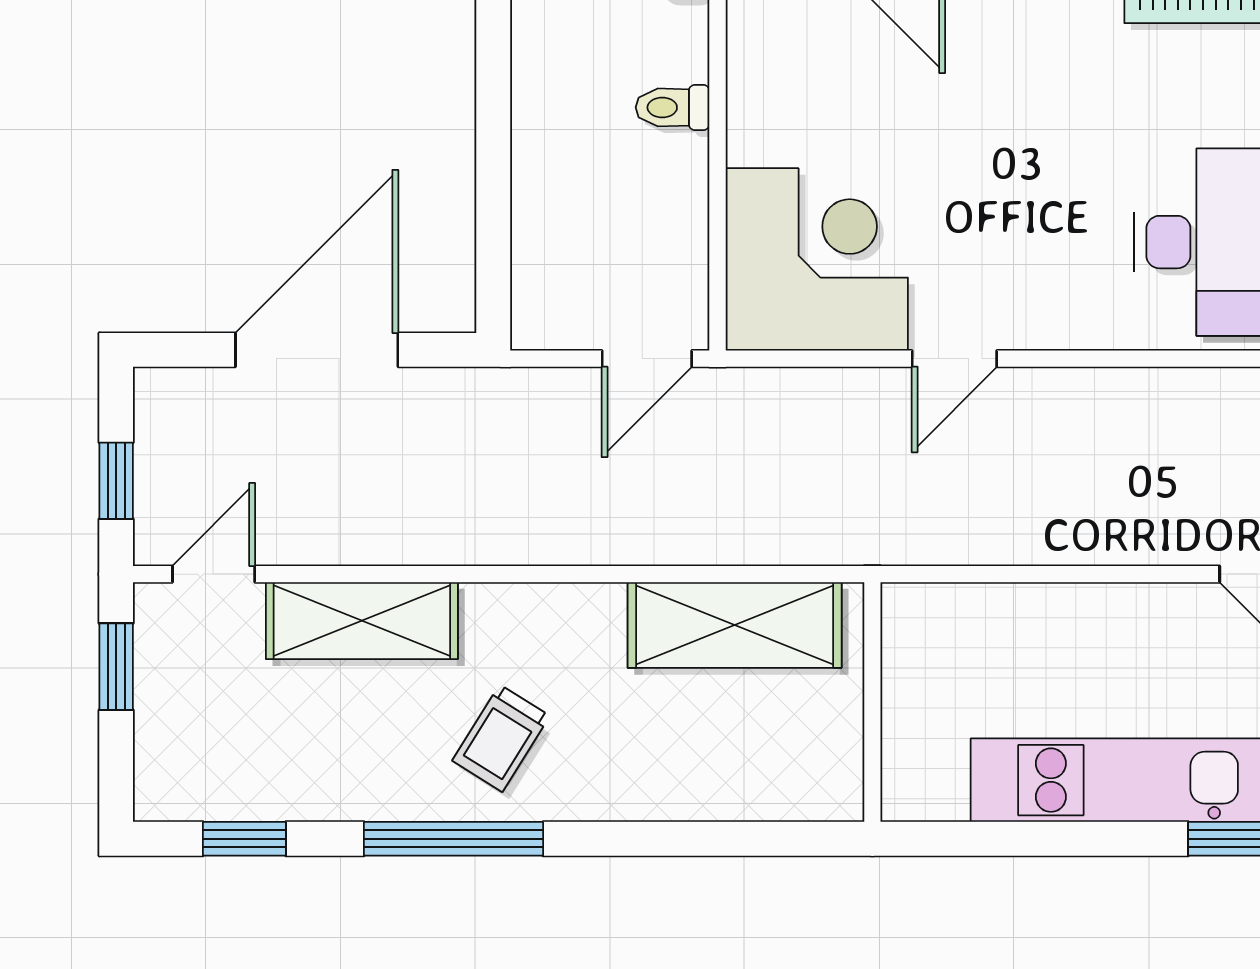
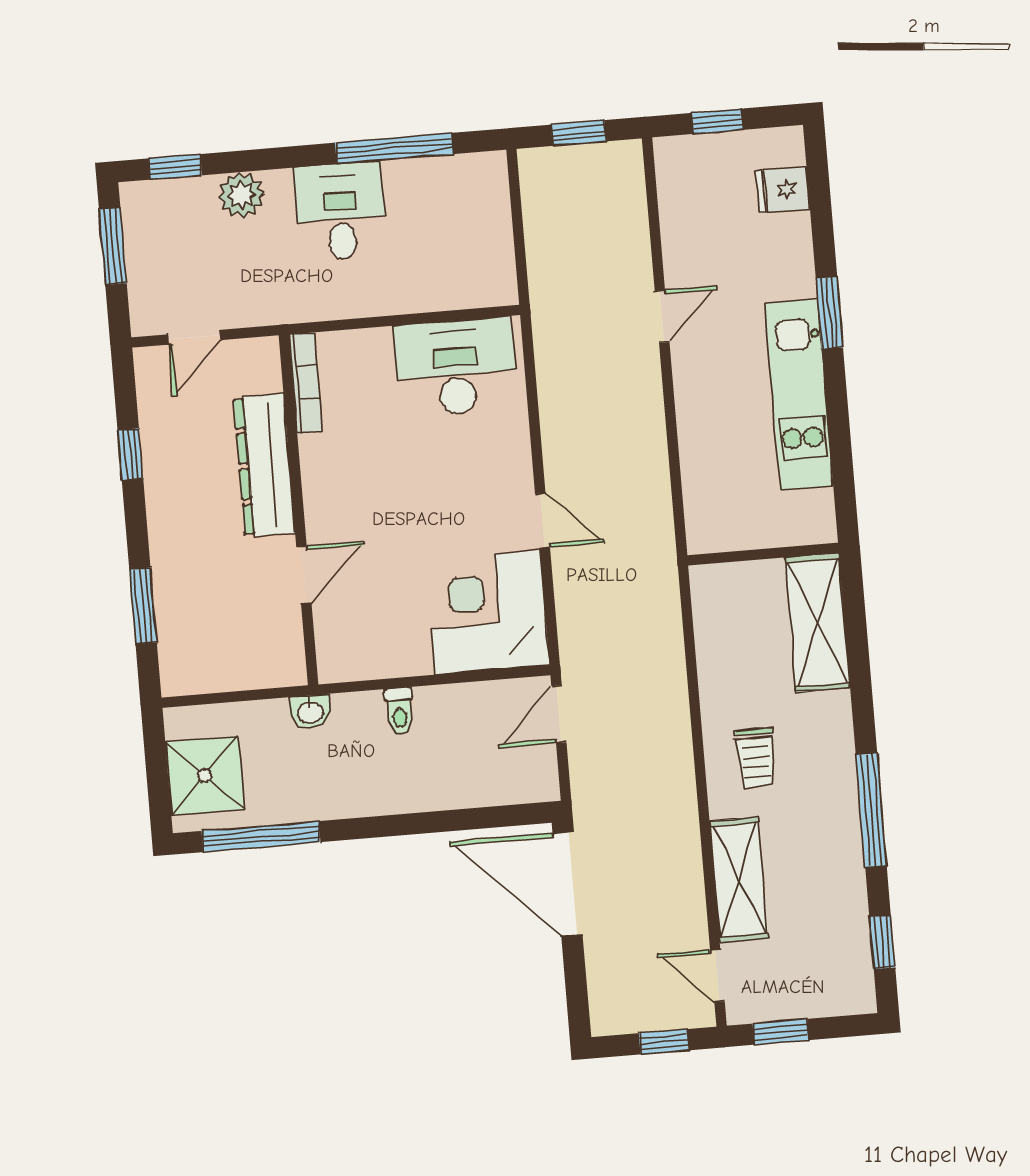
door: (317, 350) -> (568, 884), moved
door: (647, 359) -> (559, 714), swing flipped
shelving: (735, 625) -> (818, 622), moved
trolley: (501, 738) -> (756, 758), moved, turned 58

